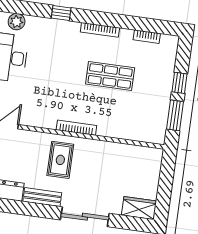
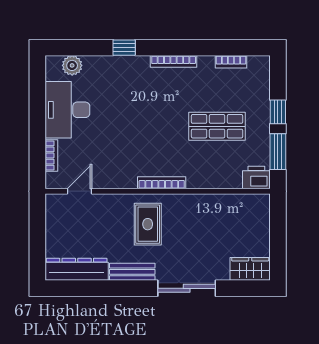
shop shelf: (110, 76) -> (217, 126), moved
printer: (154, 134) -> (256, 178), added

